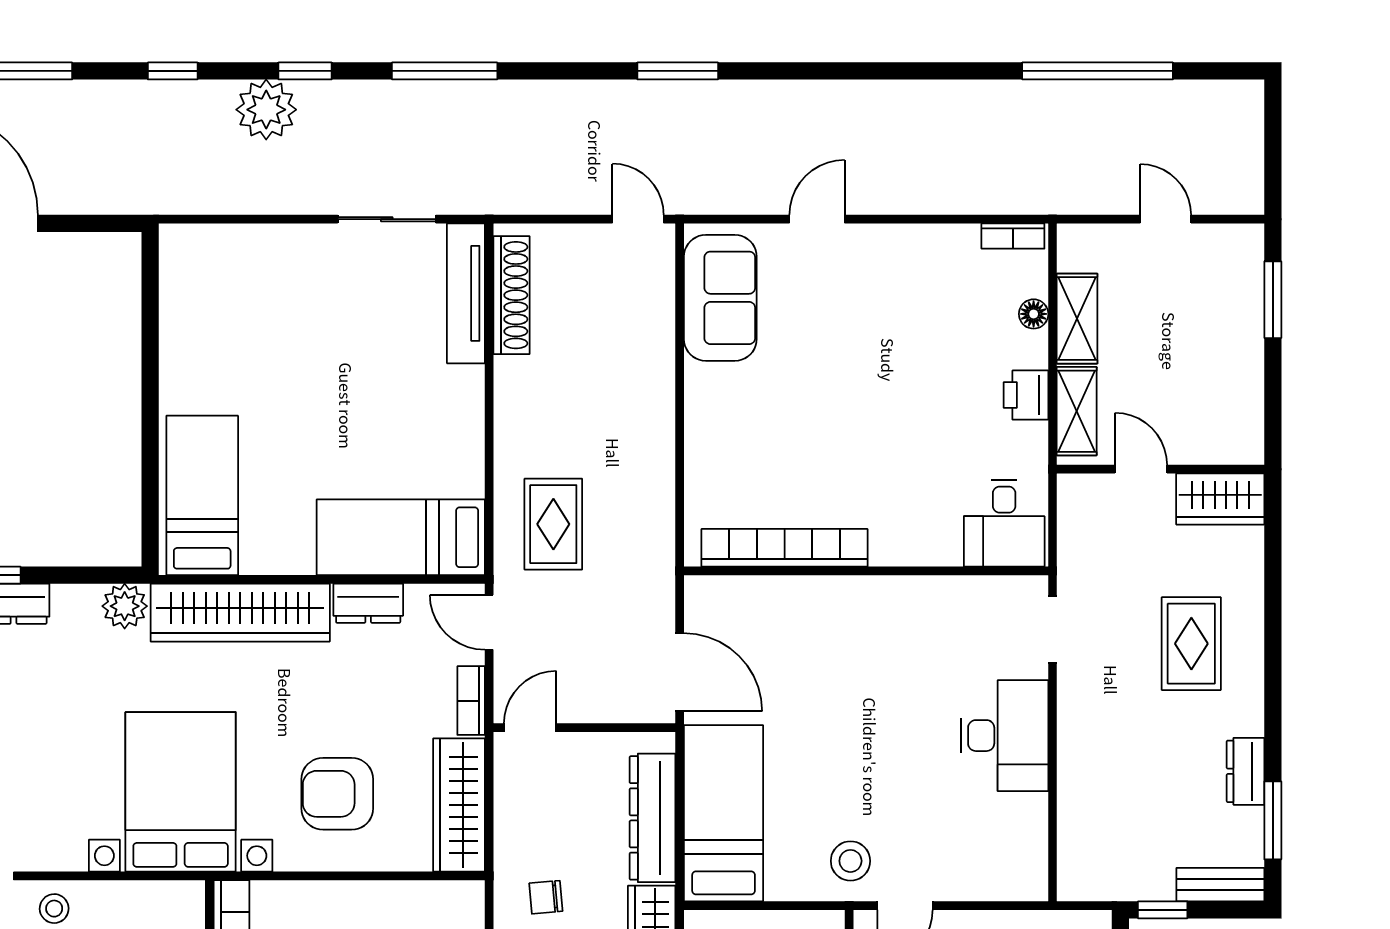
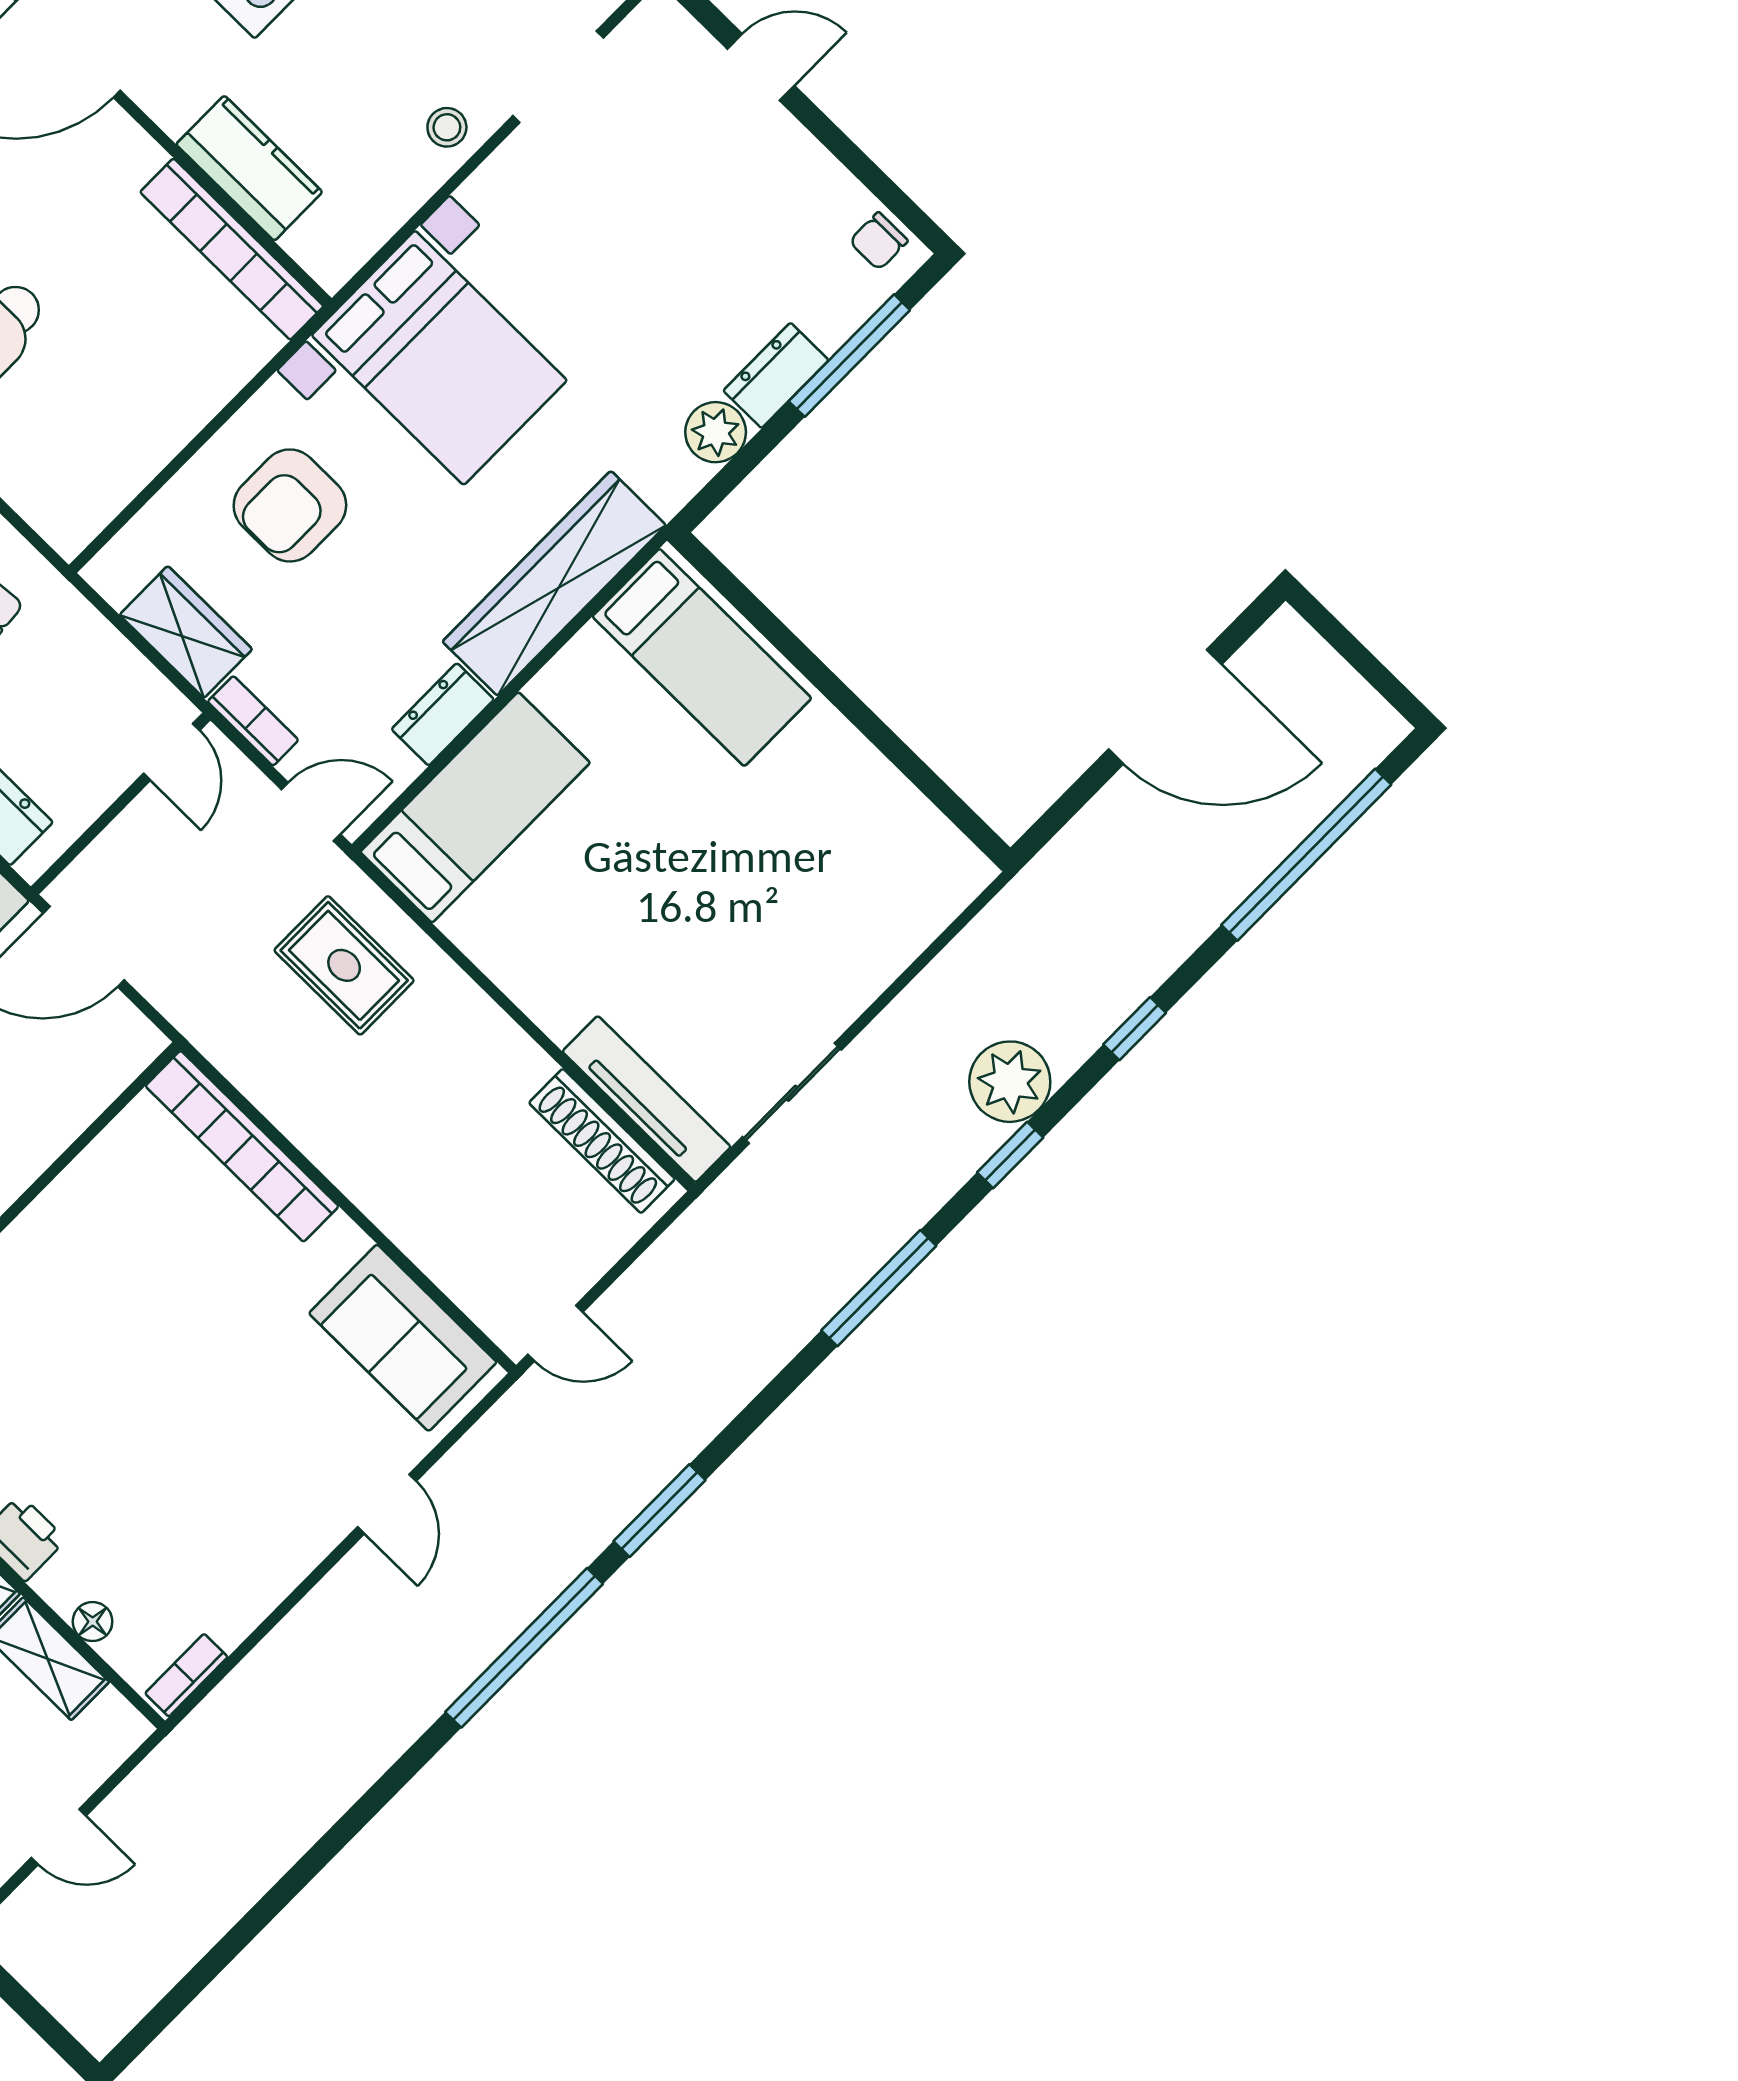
window: (1098, 71) -> (524, 1648), moved
bookcase: (785, 548) -> (242, 1146), moved, turned 90
plant: (125, 606) -> (716, 432), moved
armchair: (337, 794) -> (290, 505), turned 180
wardrobe: (459, 805) -> (186, 632), width x0.67

